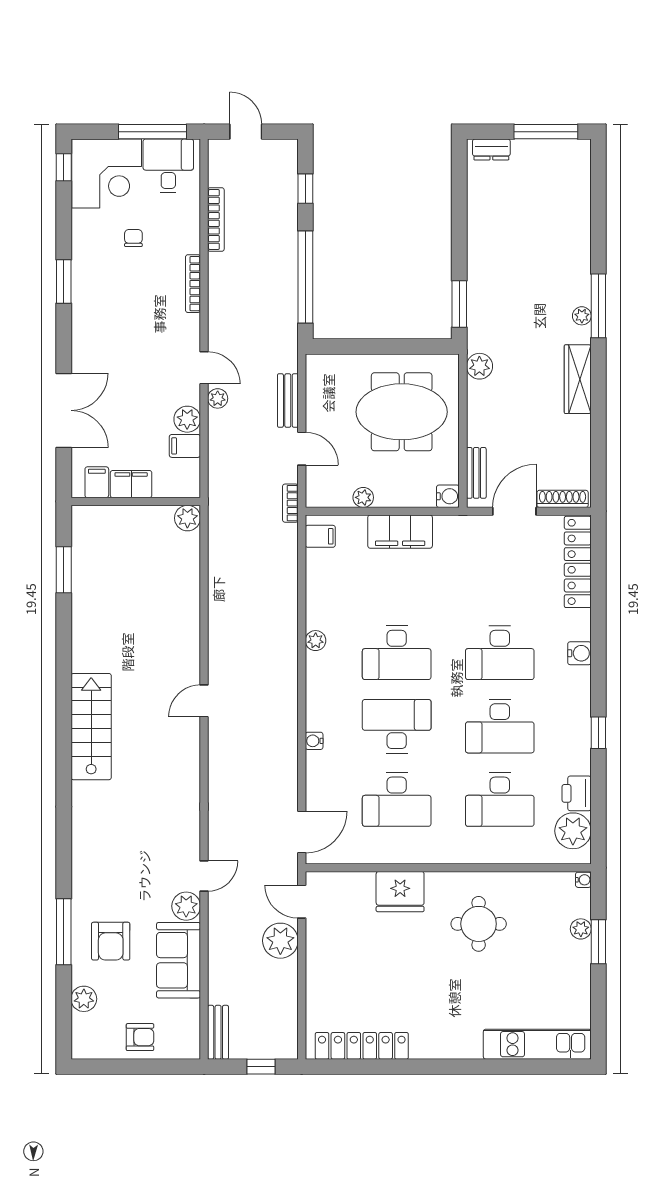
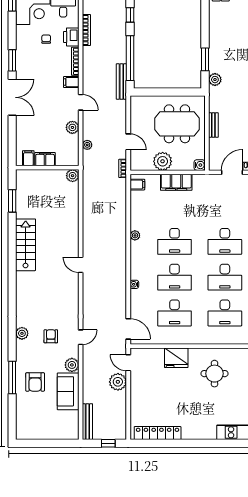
printer: (185, 234) -> (71, 37), added
window: (459, 304) -> (205, 59), moved
plant: (479, 366) -> (215, 80), moved
plant: (218, 398) -> (87, 145), moved
bench: (288, 401) -> (121, 82), moved, width x1.36
double door: (64, 410) -> (12, 97), moved
filing cabinet: (185, 446) -> (71, 82), moved
bench: (476, 473) -> (213, 125), moved
plant: (363, 497) -> (163, 161), width x1.87, depth x1.87
door: (204, 701) -> (81, 265), hinge flipped
desk: (397, 726) -> (175, 277), turned 180
stairs: (91, 727) -> (26, 245), moved
door: (302, 832) -> (128, 329), hinge flipped
door: (204, 876) -> (81, 337), moved
plant: (84, 999) -> (22, 333), moved
bench: (218, 1032) -> (87, 422), width x1.36
armchair: (140, 1037) -> (51, 336), moved, turned -90

